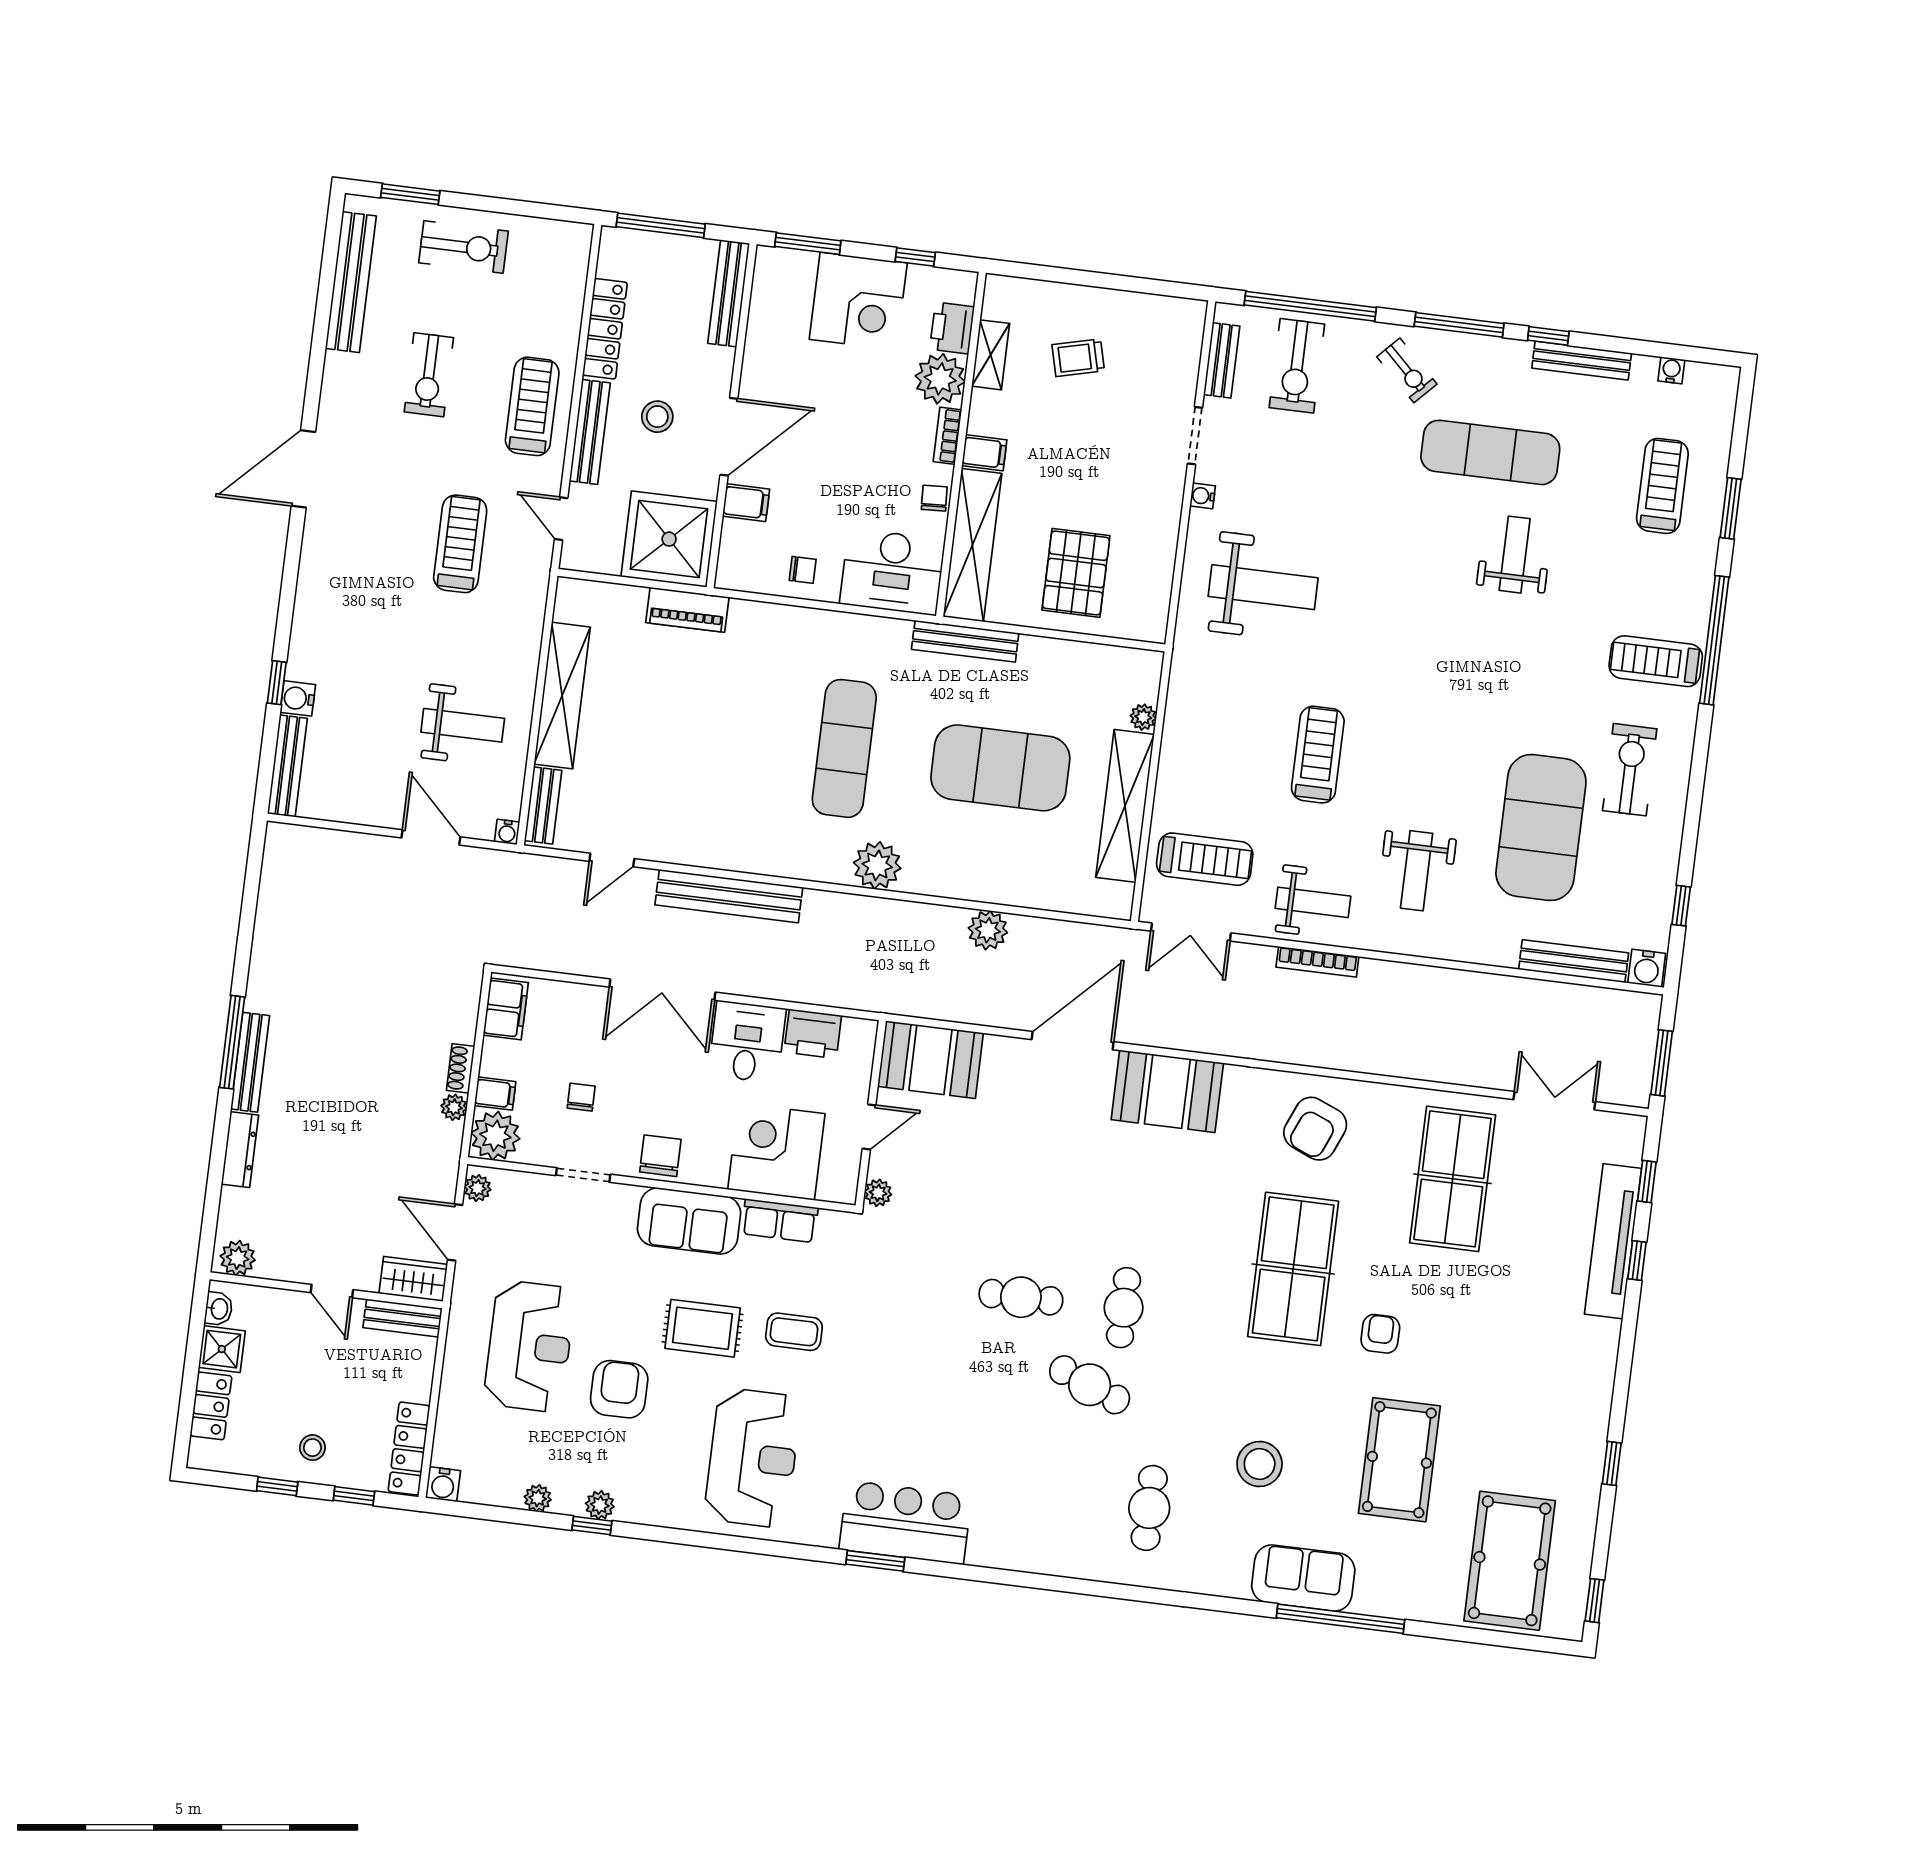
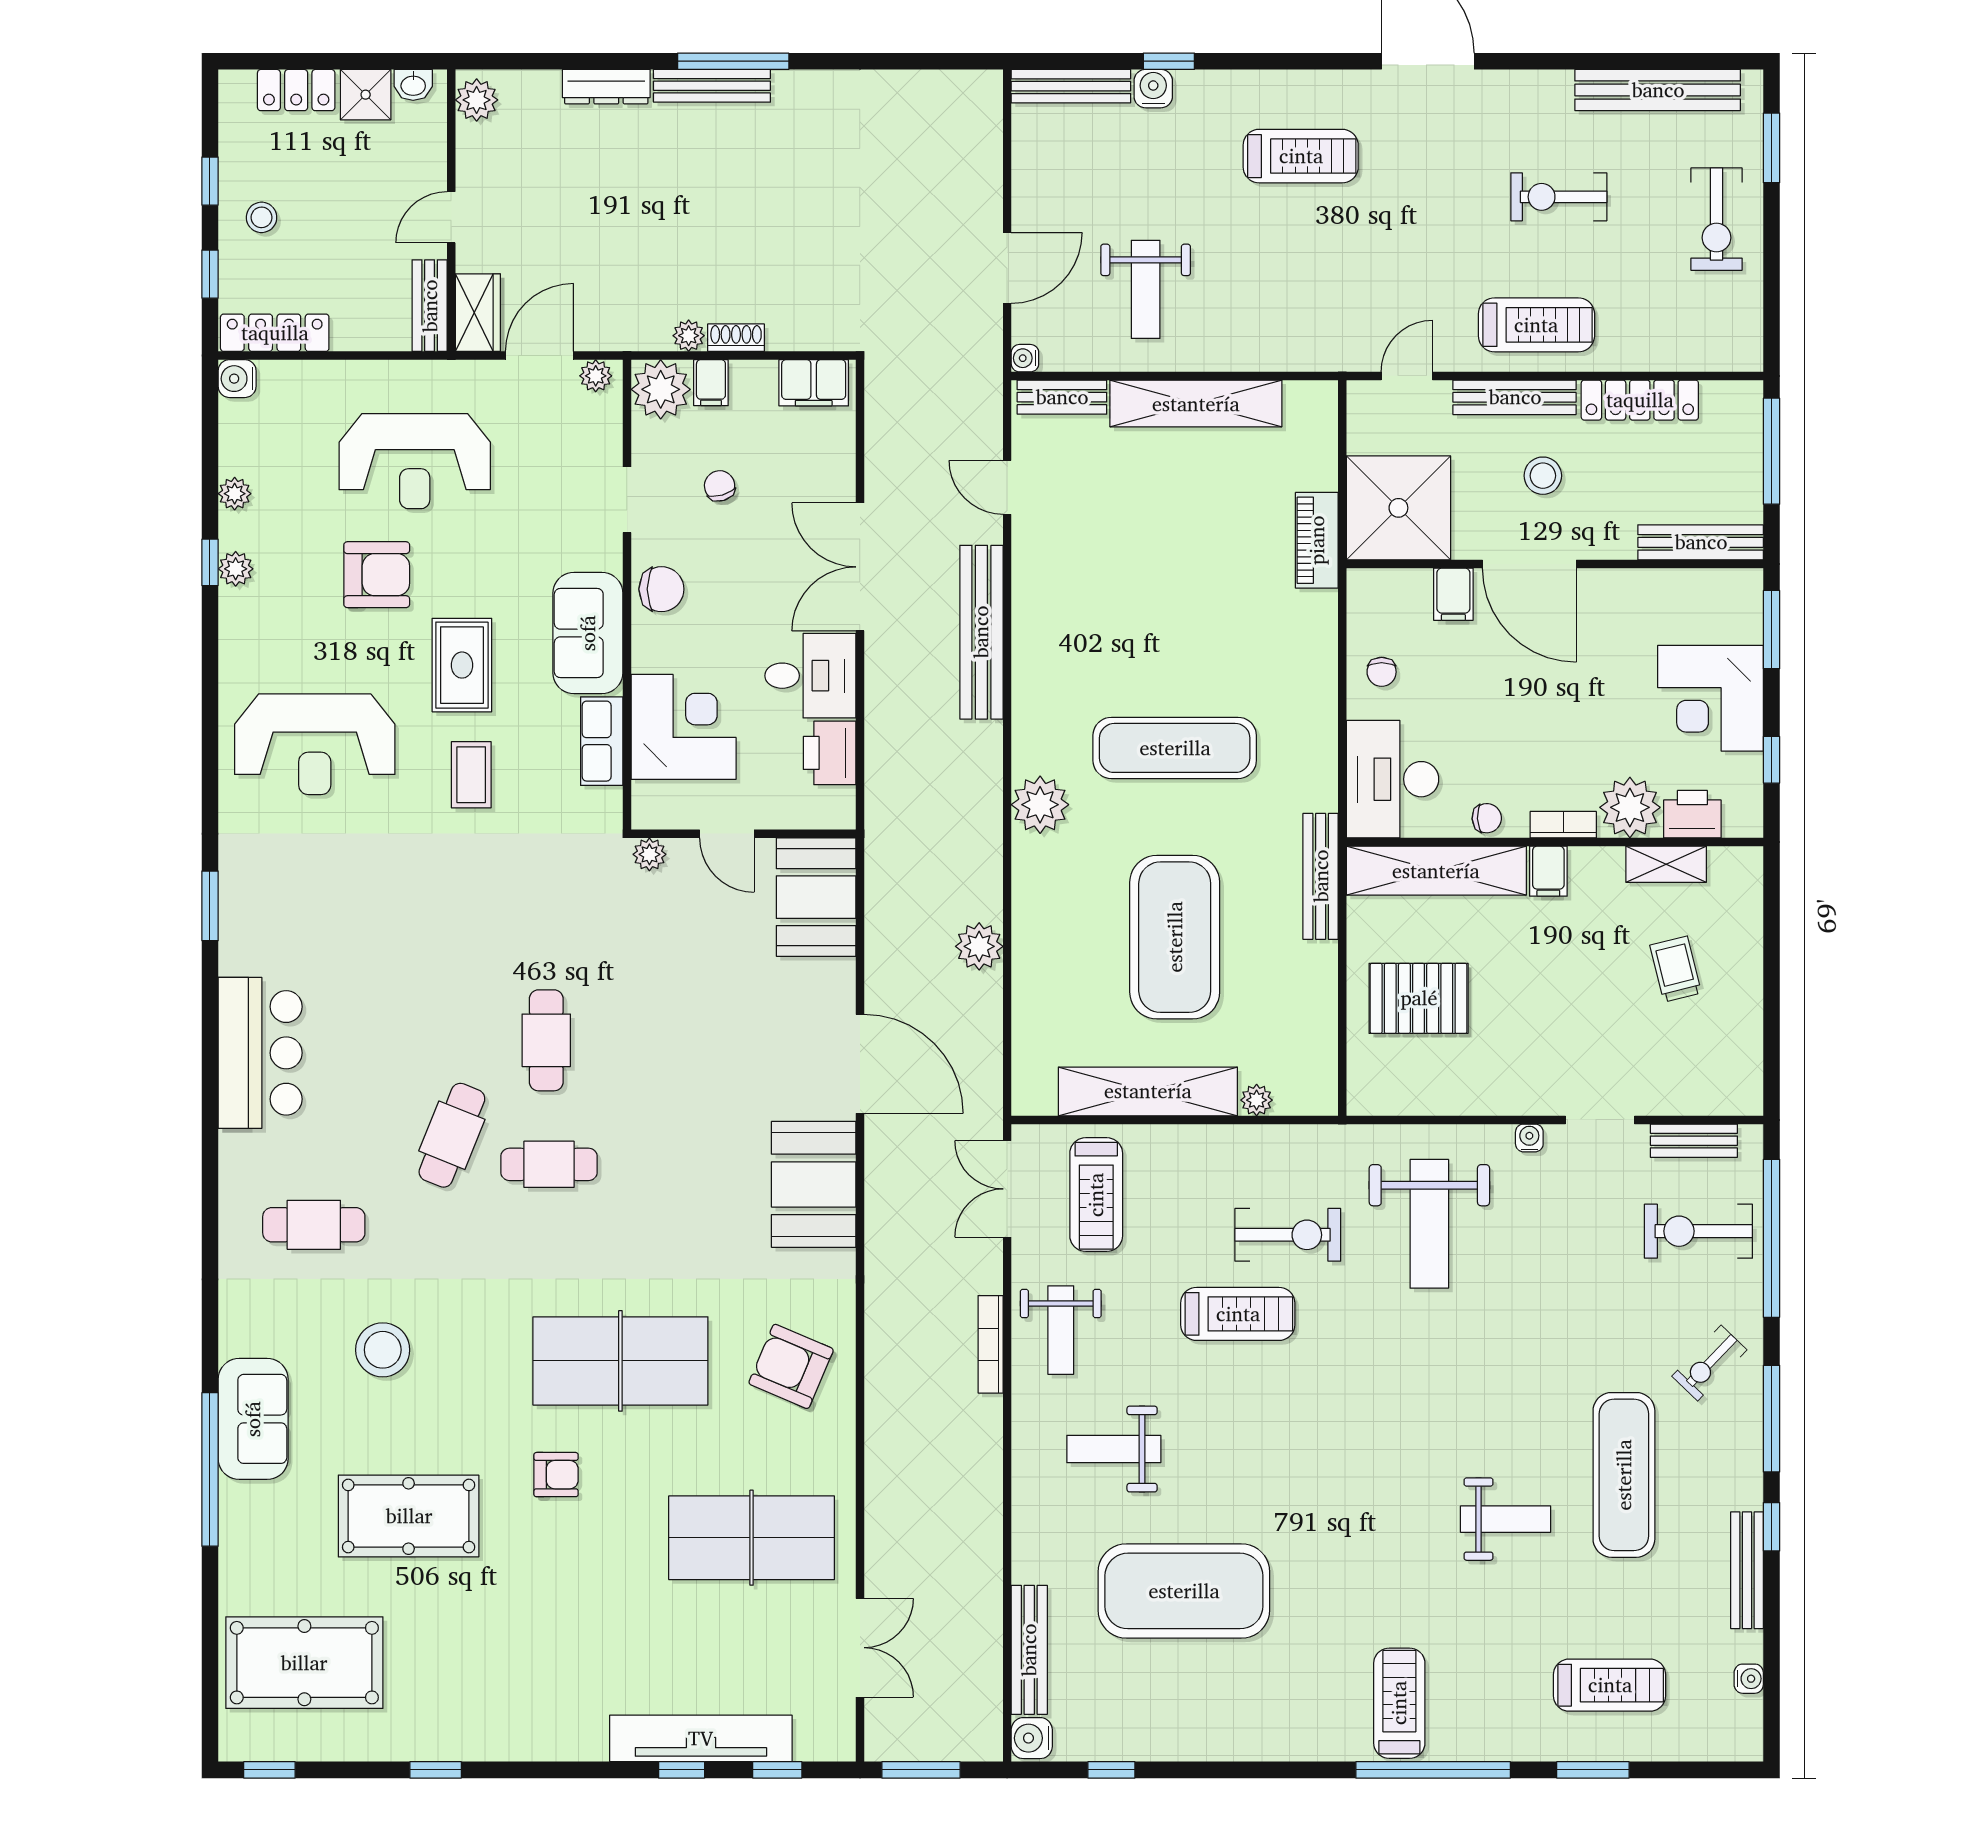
treadmill: (460, 544) -> (1301, 156), moved
exercise bike: (1630, 770) -> (1288, 1235), moved
chair: (581, 1097) -> (720, 486), turned -106
bar counter: (905, 1523) -> (260, 1053), moved

